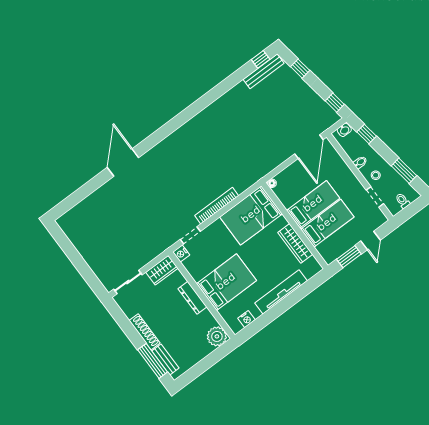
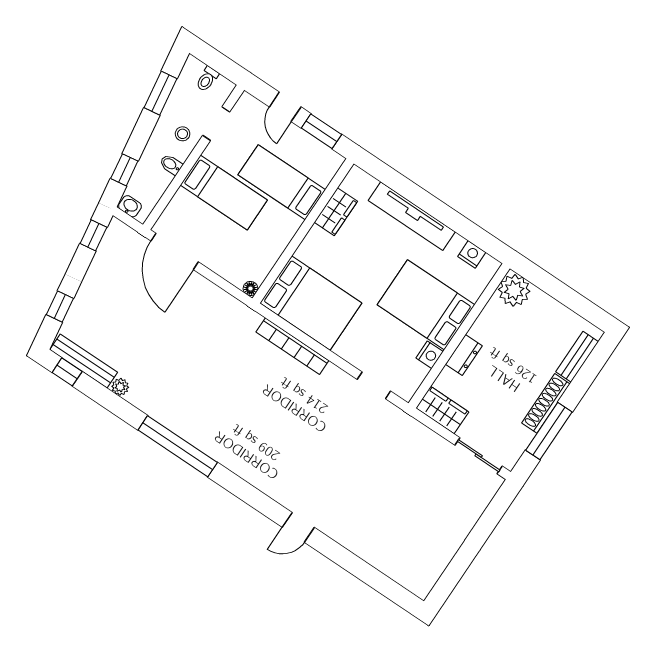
plant: (241, 87) -> (120, 387), added
window: (195, 109) -> (178, 446), added
door: (309, 147) -> (175, 251), swing flipped
door: (123, 162) -> (298, 527), width x0.53
bed: (313, 204) -> (224, 193), moved, turned 180
bookcase: (217, 206) -> (292, 346), moved
door: (370, 240) -> (285, 107), swing flipped
wardrobe: (295, 243) -> (336, 212), width x0.67
nightstand: (181, 253) -> (430, 355), moved
dresser: (192, 298) -> (464, 355), width x0.70
window: (153, 361) -> (549, 431), moved

